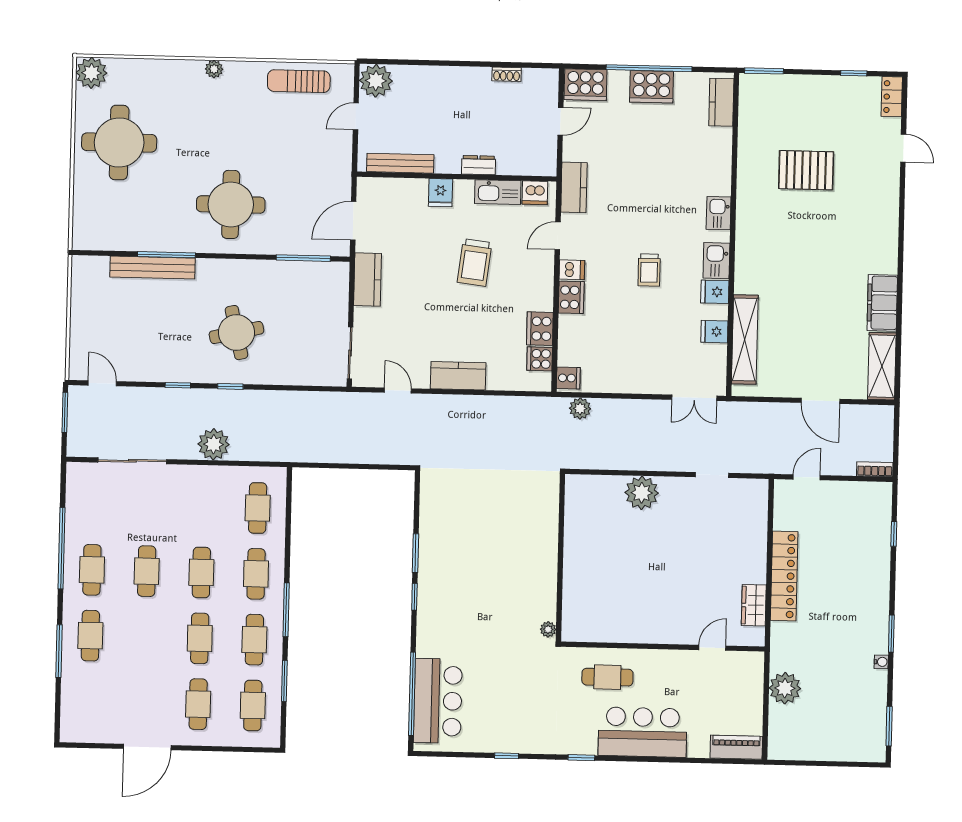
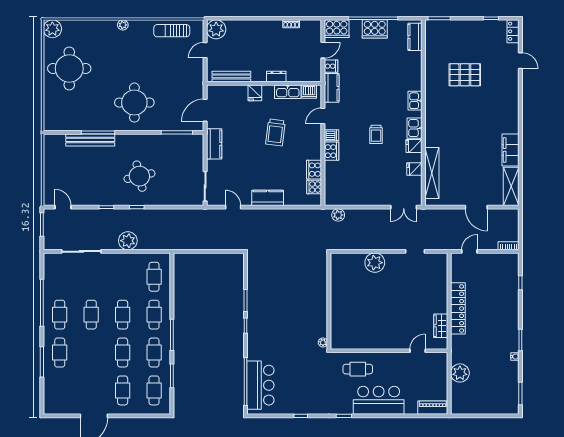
cooker: (568, 378) -> (331, 66), moved

